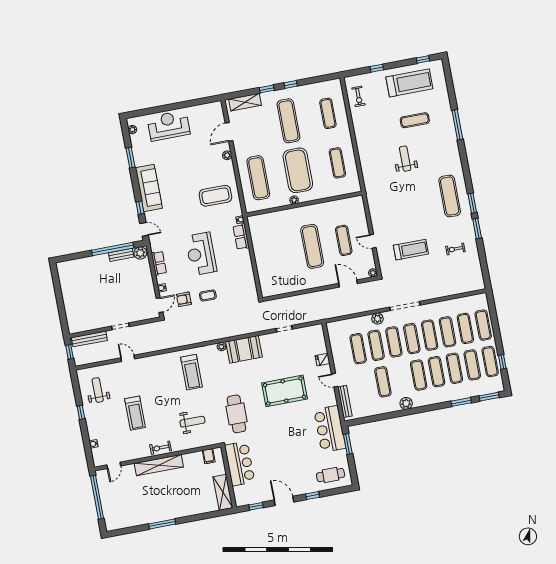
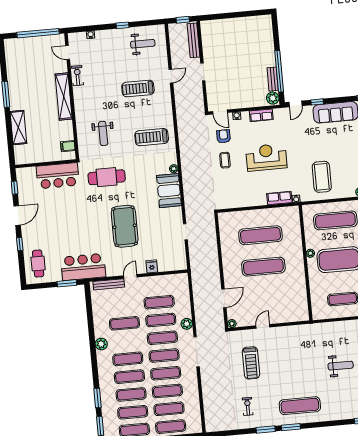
exercise mat: (344, 240) -> (260, 235), moved, width x1.36, depth x1.45
treadmill: (135, 413) -> (138, 88), moved
exercise bike: (161, 448) -> (77, 76), moved
shelving: (223, 492) -> (18, 127), moved, turned 90

